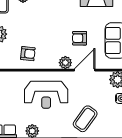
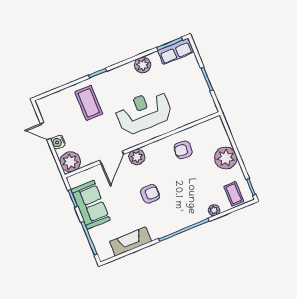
armchair: (80, 38) -> (150, 194), moved
coffee table: (85, 119) -> (89, 103), turned -36

